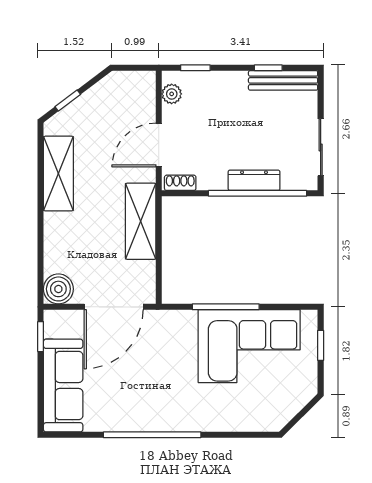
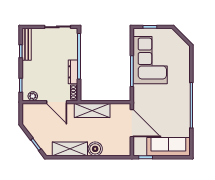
dresser: (254, 180) -> (73, 72), moved
boiler: (58, 289) -> (95, 149), moved

